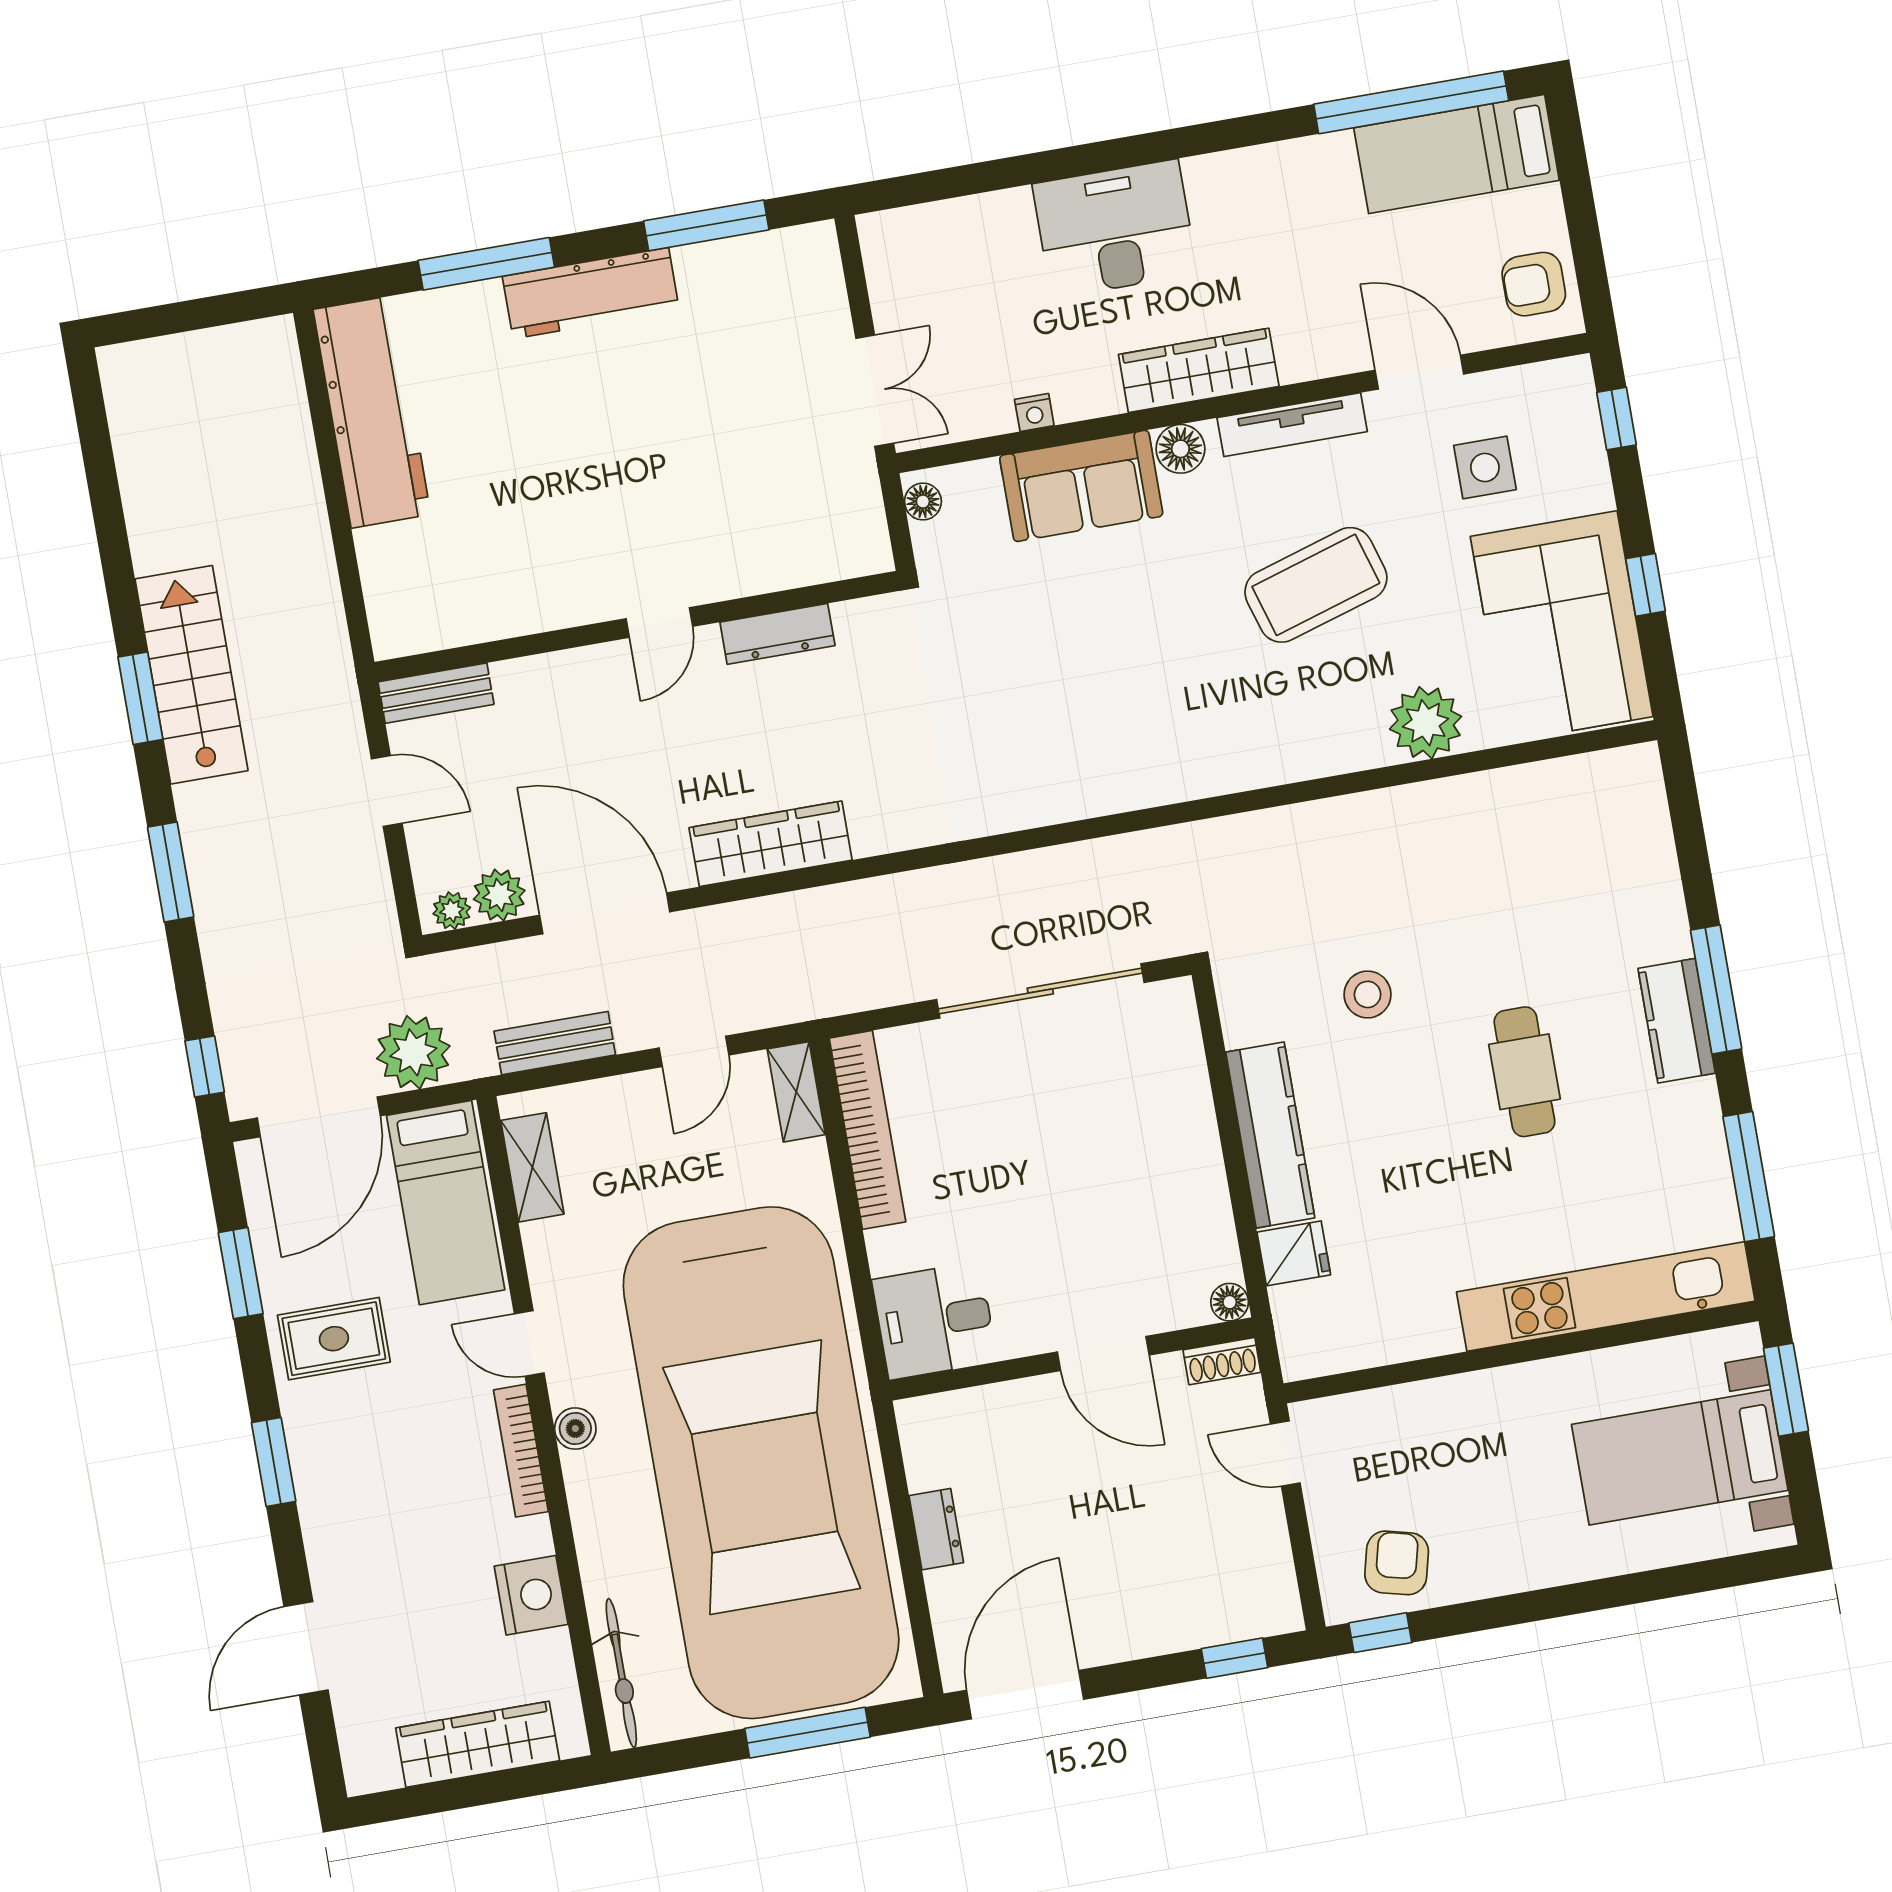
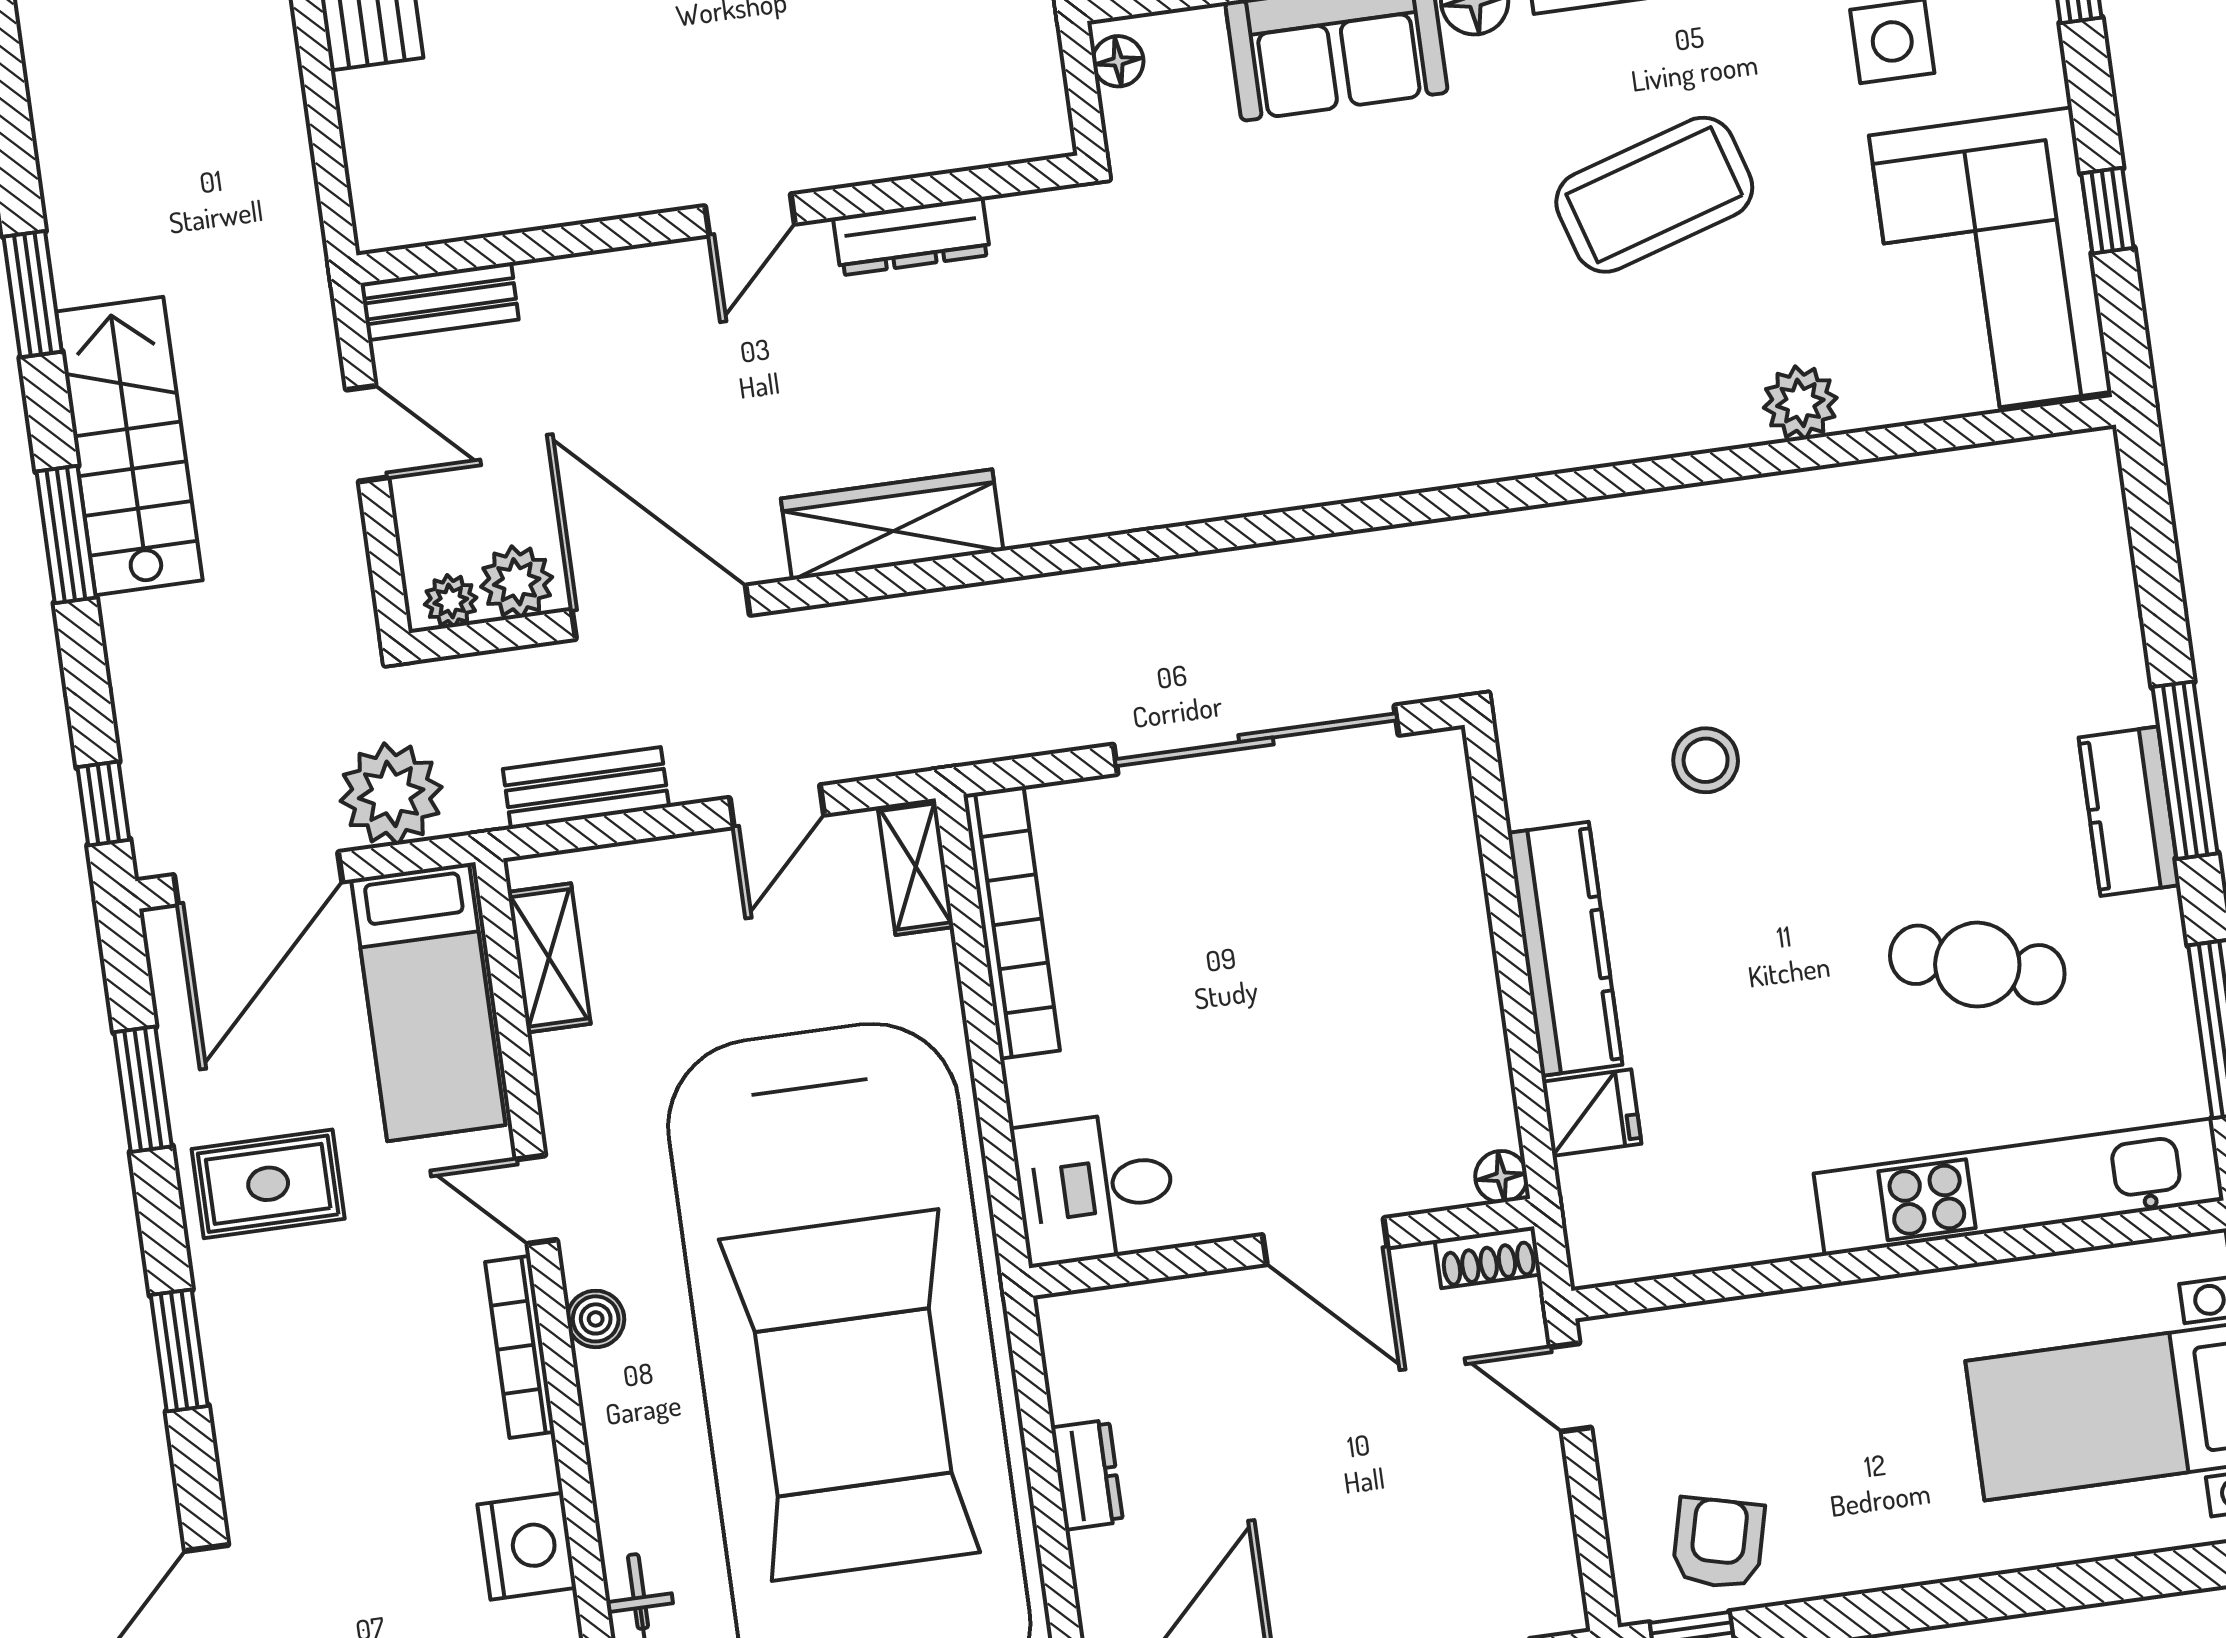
stairs: (191, 675) -> (129, 446), moved
plant: (1426, 723) -> (1800, 403), width x0.73, depth x0.73
cafe table: (1524, 1072) -> (1977, 965), moved, turned -73

